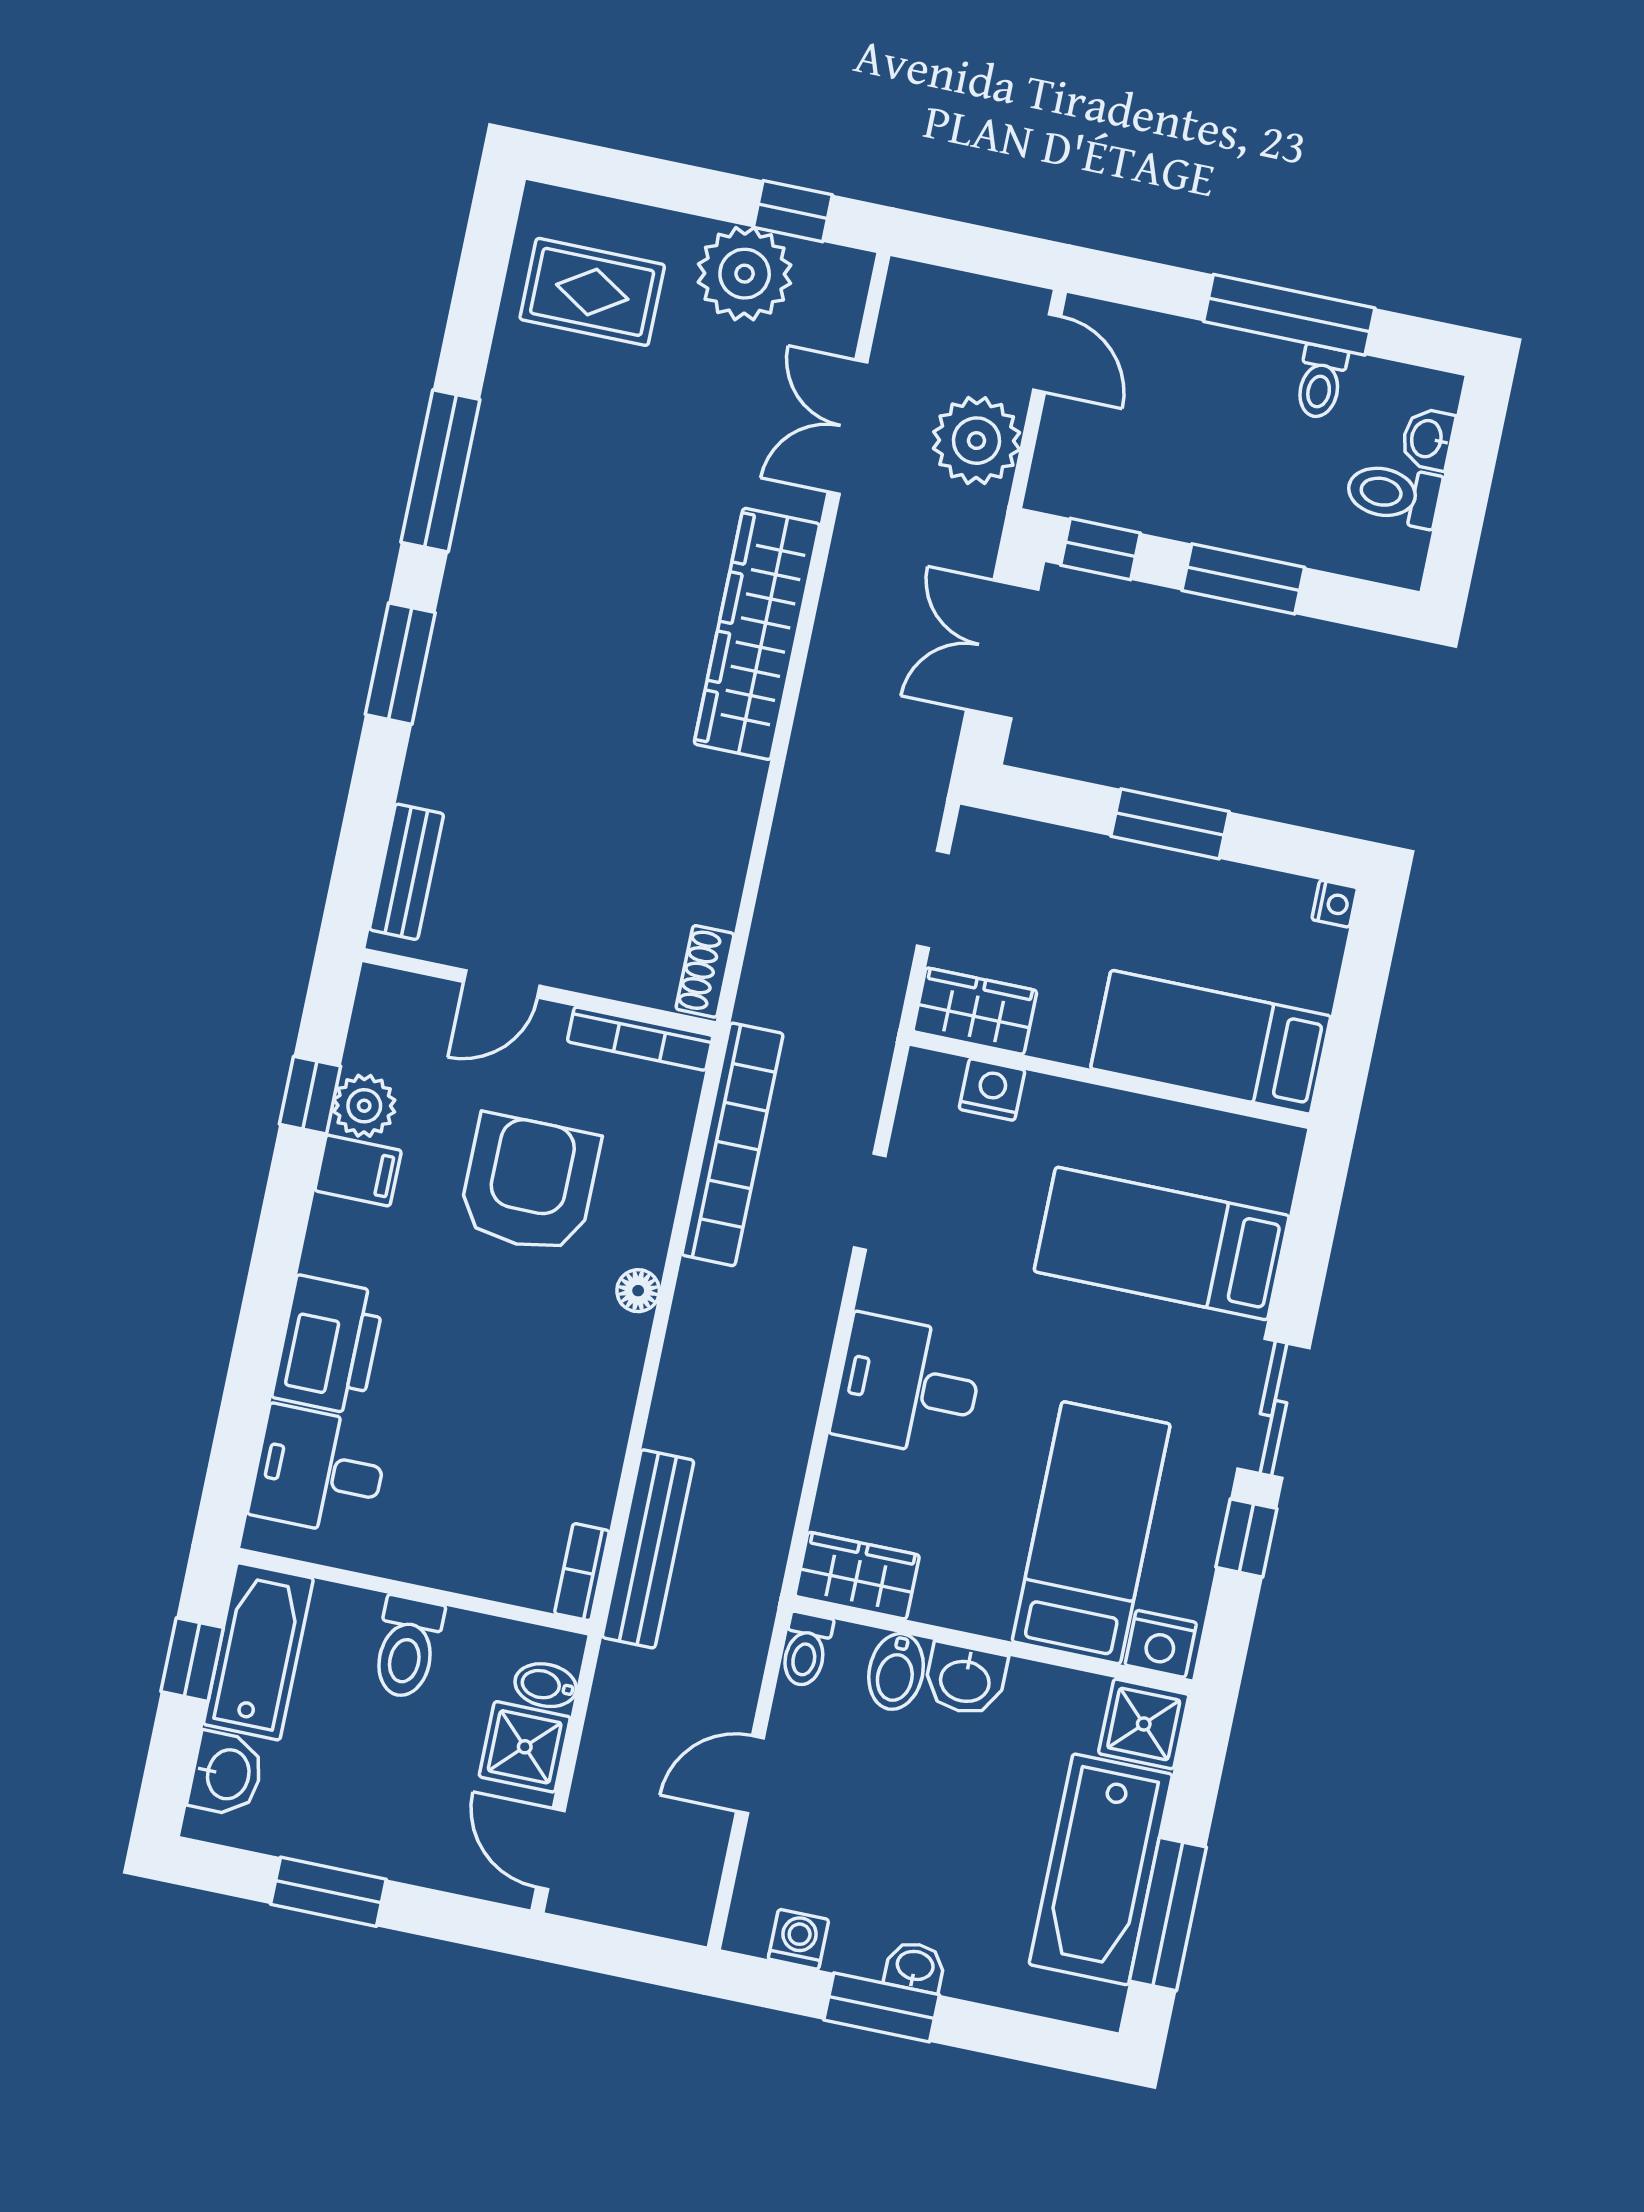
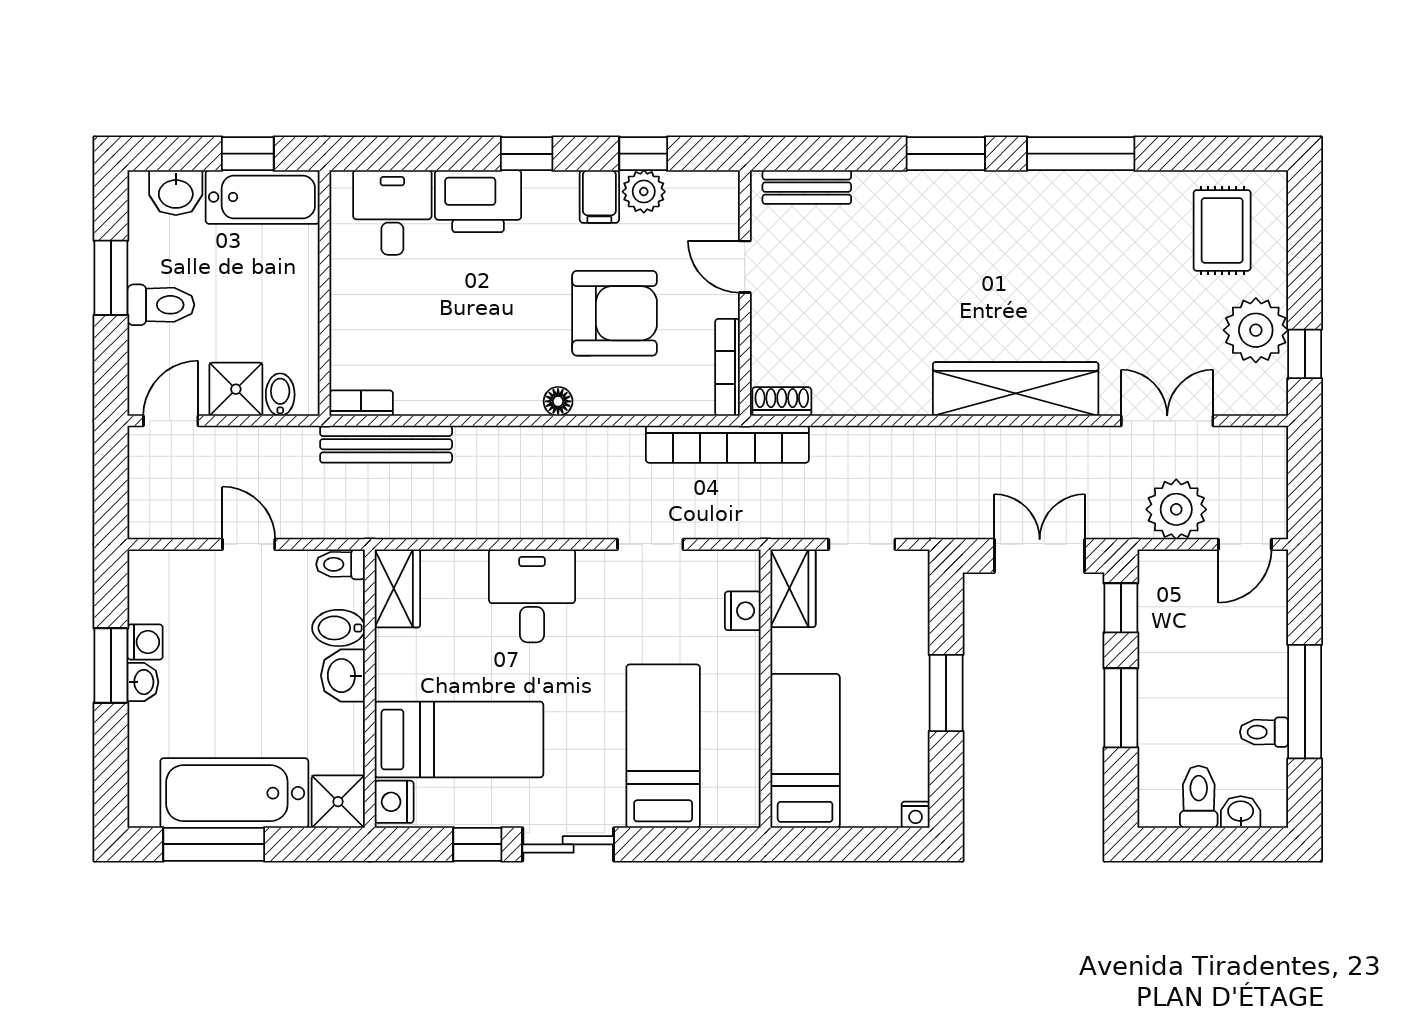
bookcase: (733, 1144) -> (727, 444), moved
window: (275, 1262) -> (527, 154), added
toilet: (407, 1647) -> (161, 305), moved, turned 180
washing machine: (799, 1939) -> (145, 642), moved

